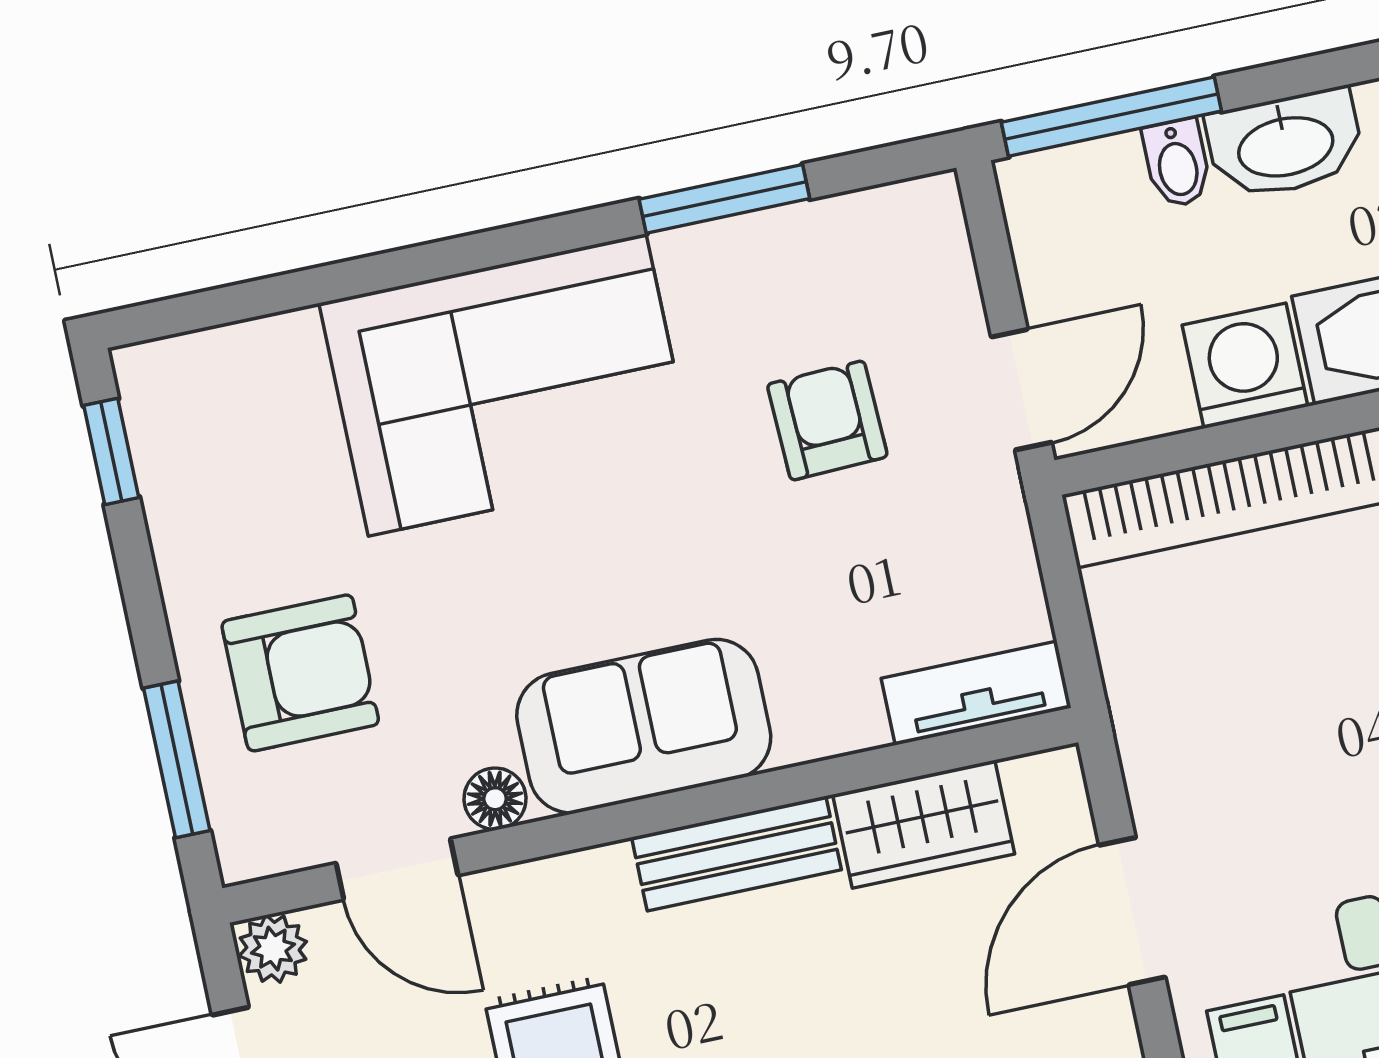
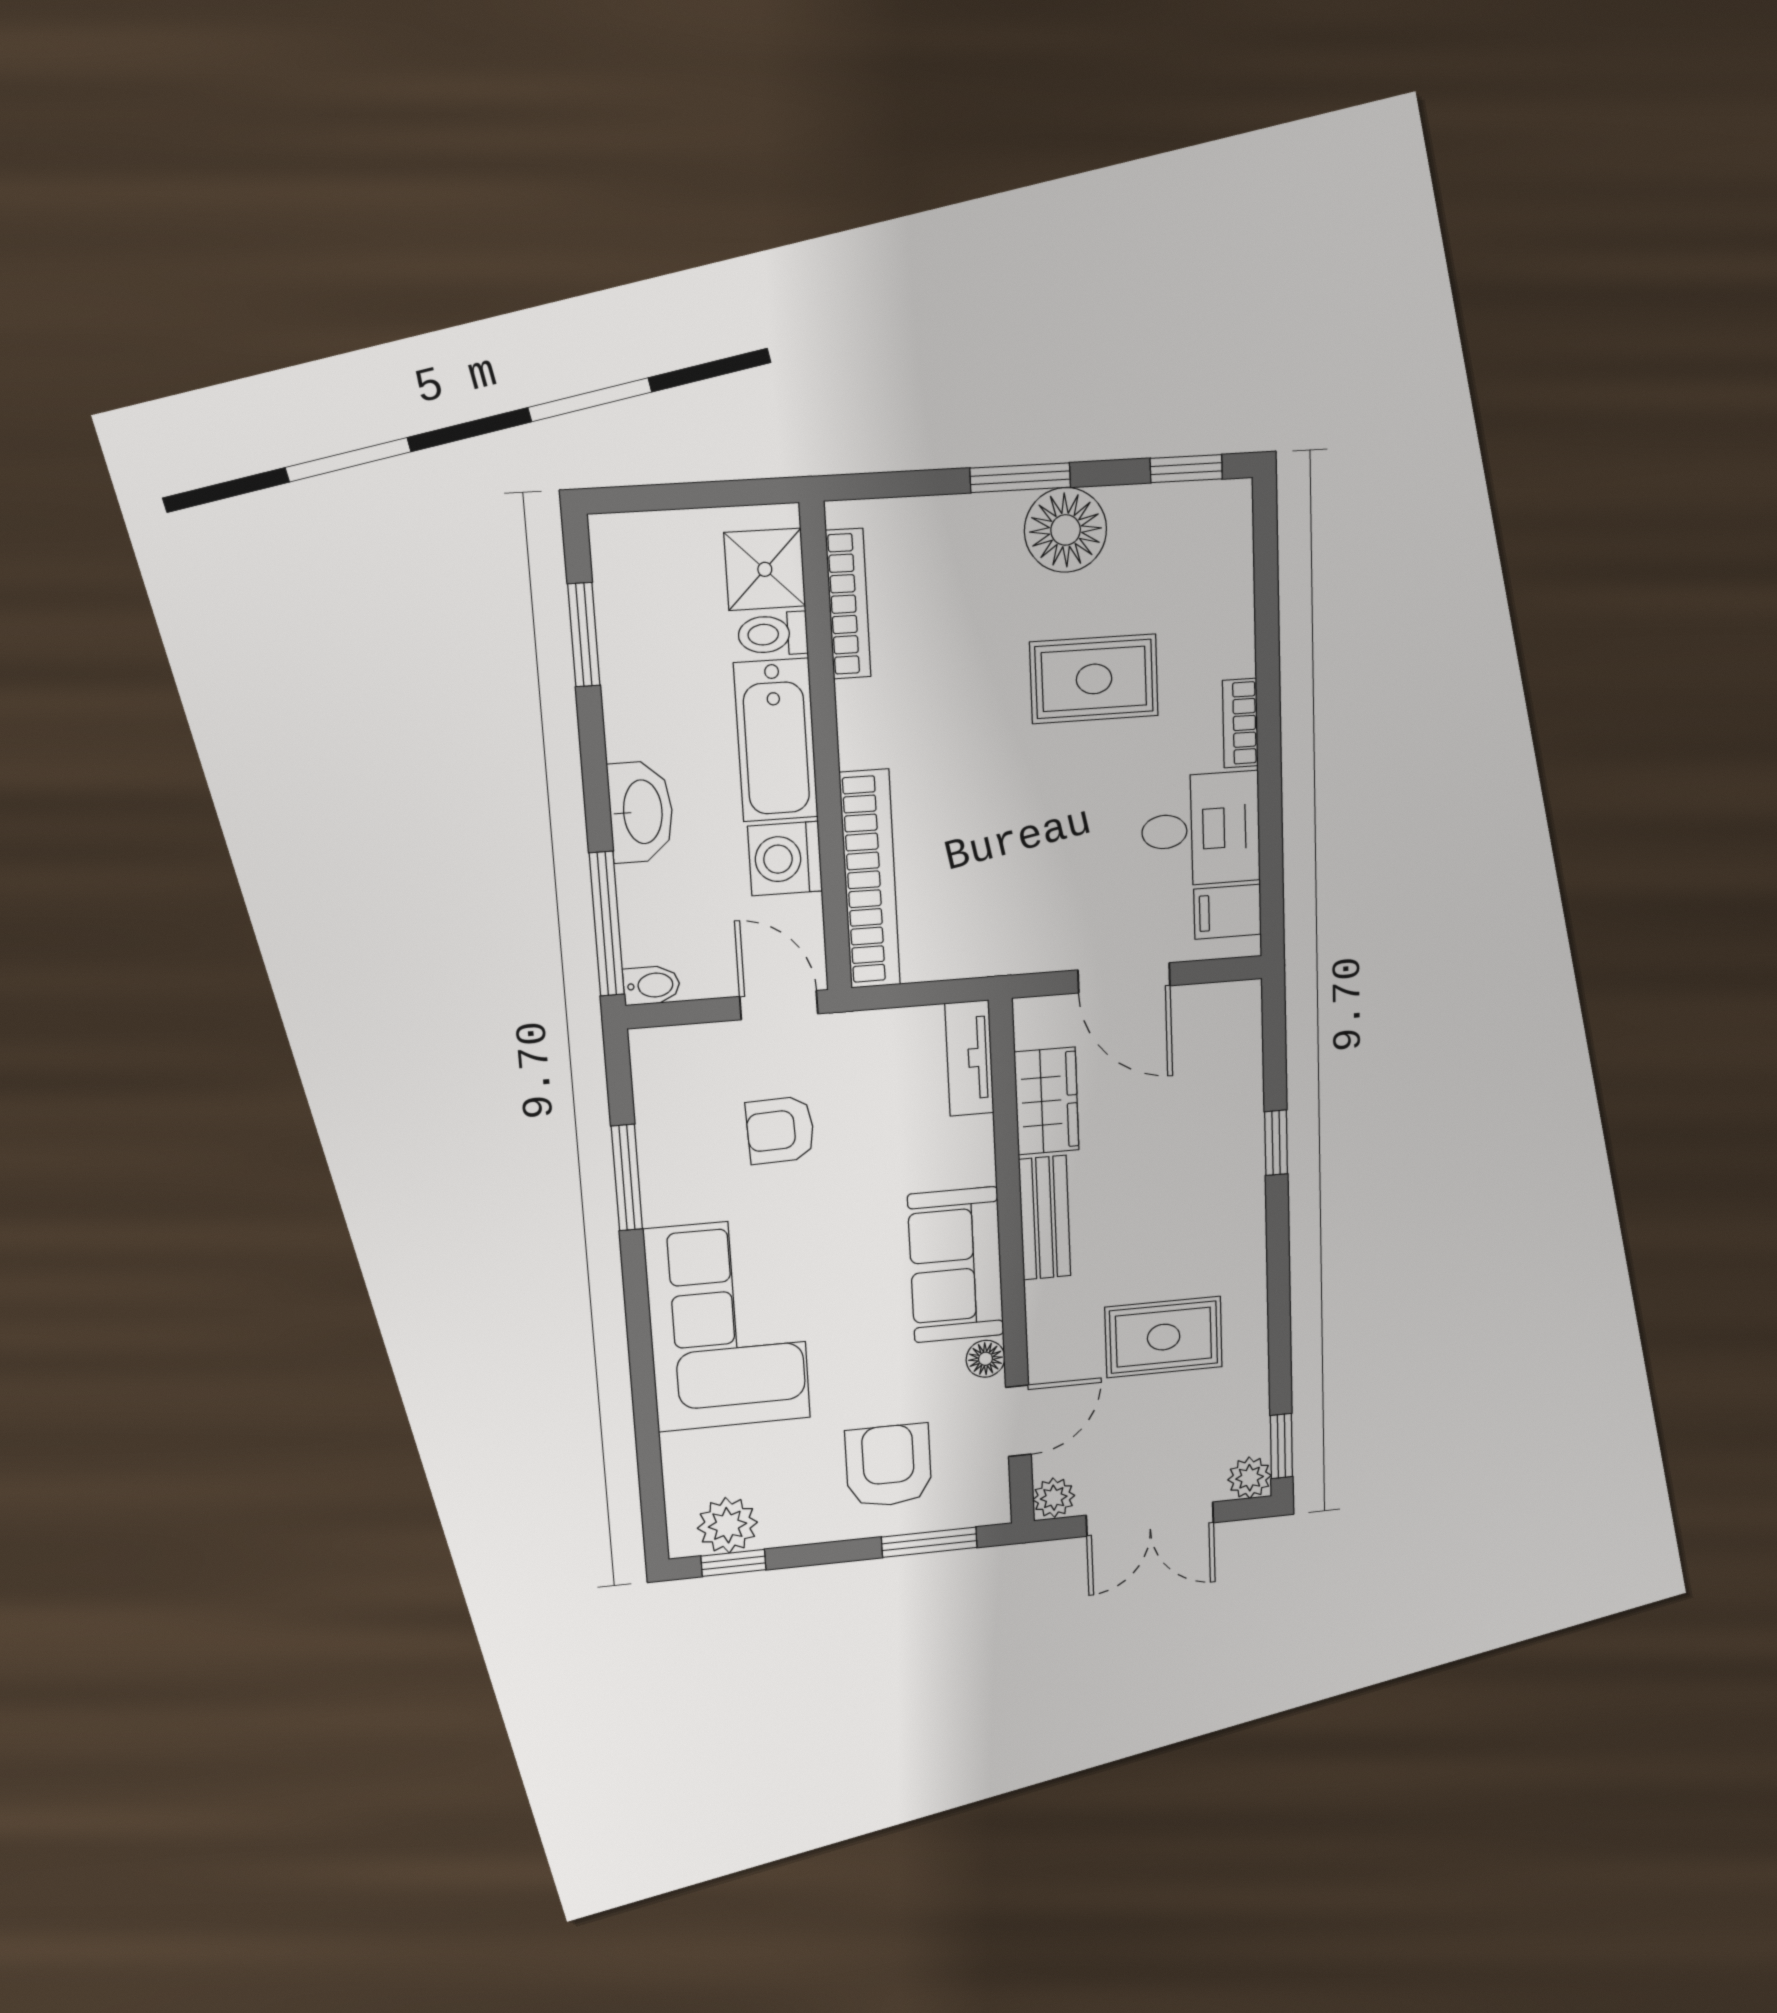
bidet: (1177, 163) -> (652, 985), moved
plant: (174, 433) -> (727, 1525), added

